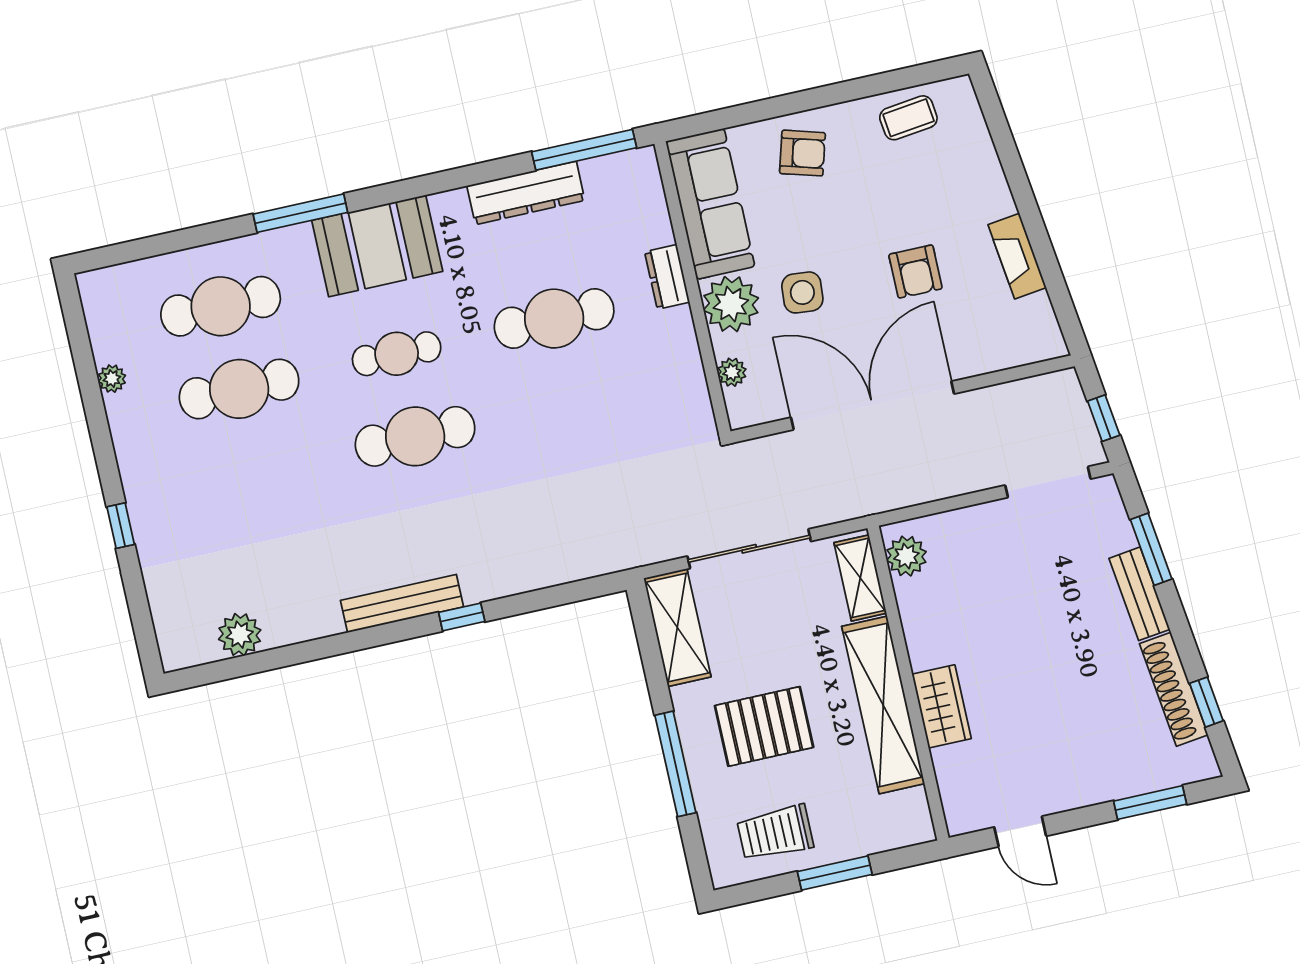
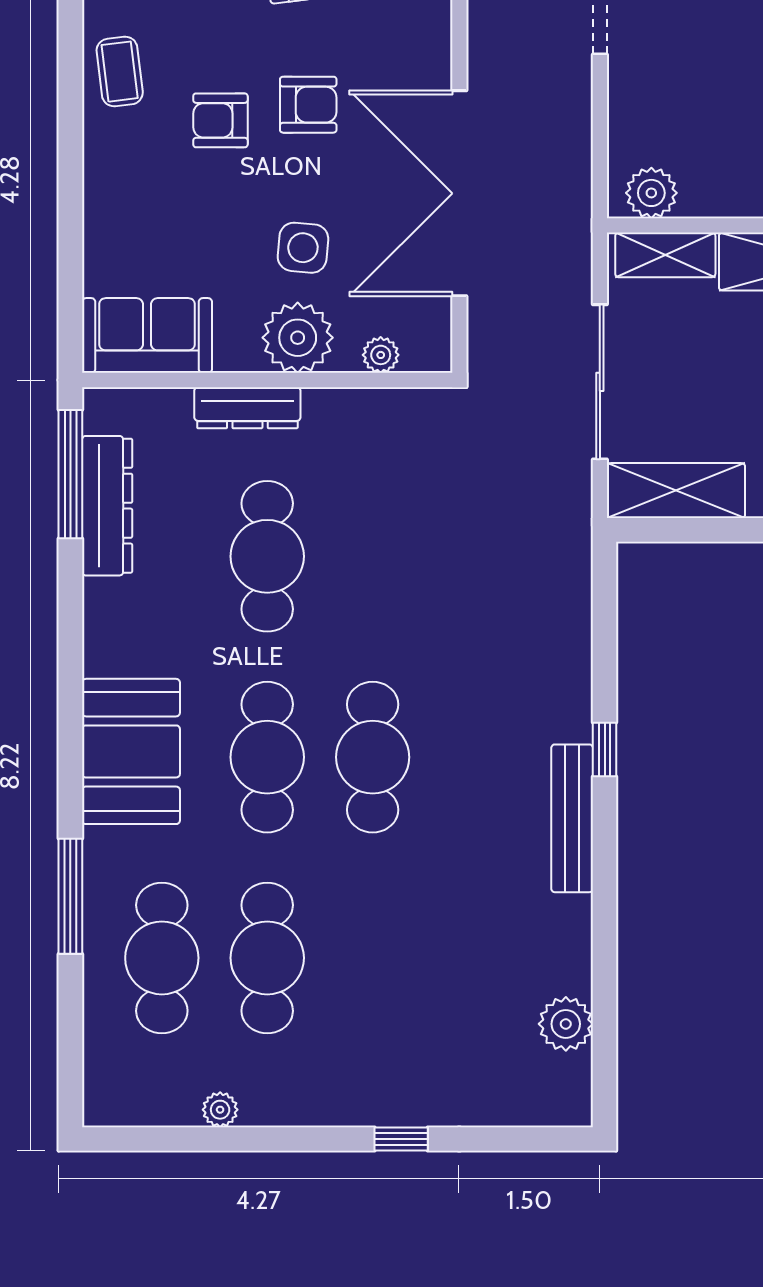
armchair: (802, 153) -> (220, 120), moved, turned -106
dresser: (526, 193) -> (107, 506), moved
sofa: (710, 204) -> (147, 335), width x0.73
window: (300, 213) -> (70, 896), moved
dresser: (667, 277) -> (247, 408), width x1.44
cafe table: (397, 354) -> (267, 757), width x1.37, depth x1.35

